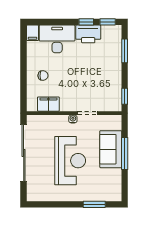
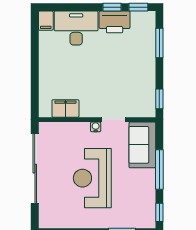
chair: (43, 76) -> (59, 73), removed
sofa: (111, 149) -> (142, 145), moved
reception desk: (70, 161) -> (92, 178), turned 180
window: (125, 188) -> (159, 212), added

